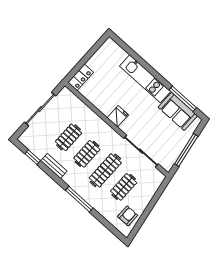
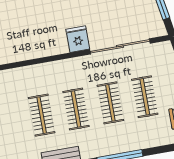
fridge: (118, 116) -> (78, 39), moved
clothes rail: (105, 170) -> (110, 103), width x0.73

